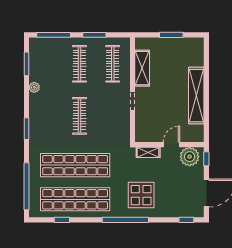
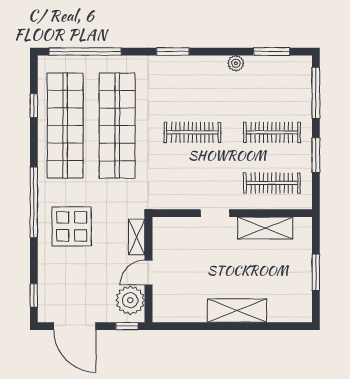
shelving: (196, 96) -> (237, 310), width x0.68
door: (171, 145) -> (149, 273), swing flipped

